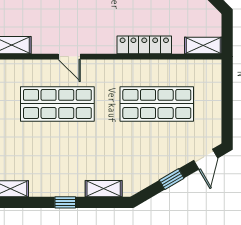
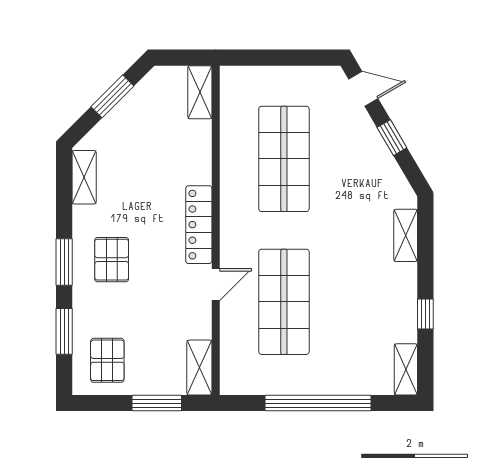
locker: (144, 45) -> (199, 225), moved
window: (65, 202) -> (425, 314), moved

